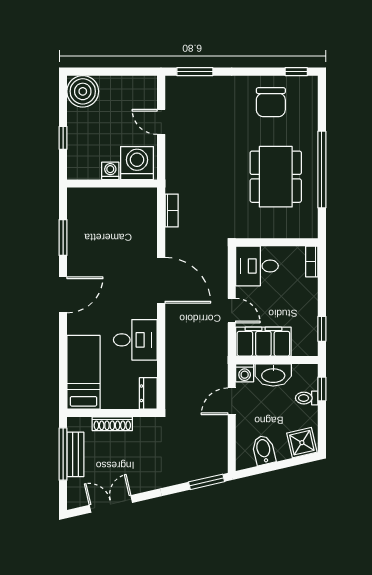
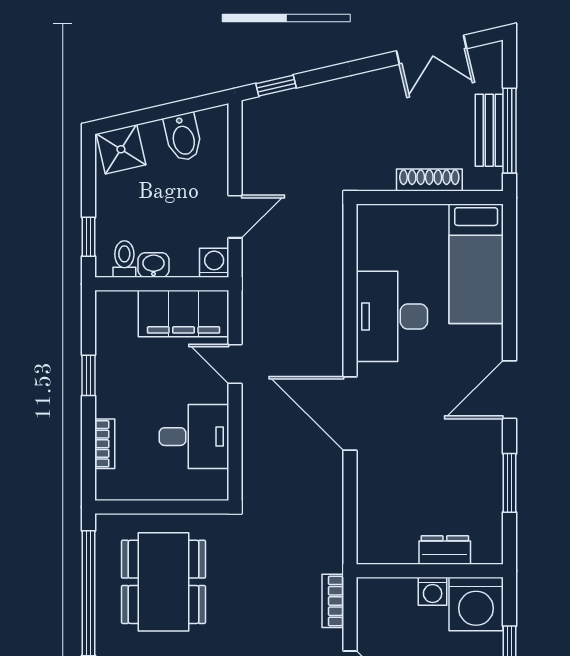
washing machine: (137, 163) -> (476, 604), moved
bookcase: (172, 210) -> (333, 601), moved
wall: (277, 242) -> (162, 507), moved
window: (322, 329) -> (88, 375), moved
desk: (135, 340) -> (392, 316), width x1.37
washbasin: (273, 375) -> (154, 265), width x0.52, depth x0.69
dresser: (148, 393) -> (445, 550), moved, turned -90
toilet: (307, 398) -> (124, 259), moved, turned -90
window: (207, 482) -> (276, 86), width x0.67

